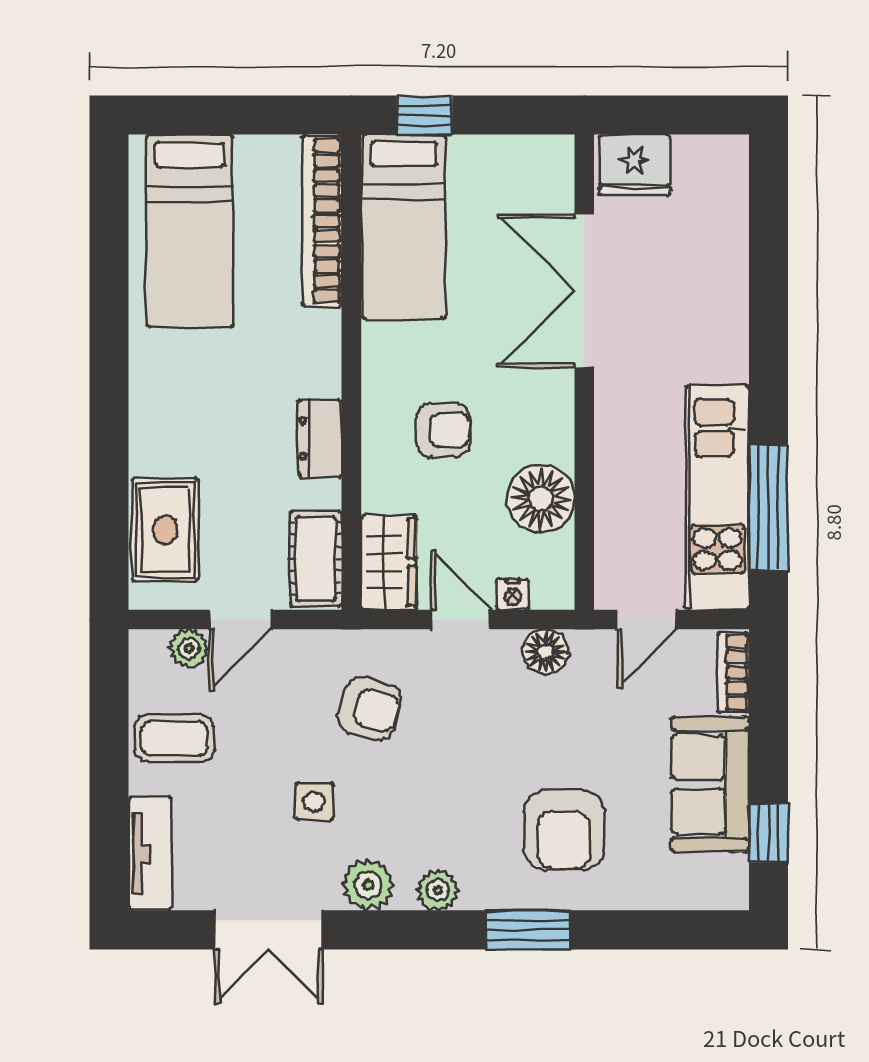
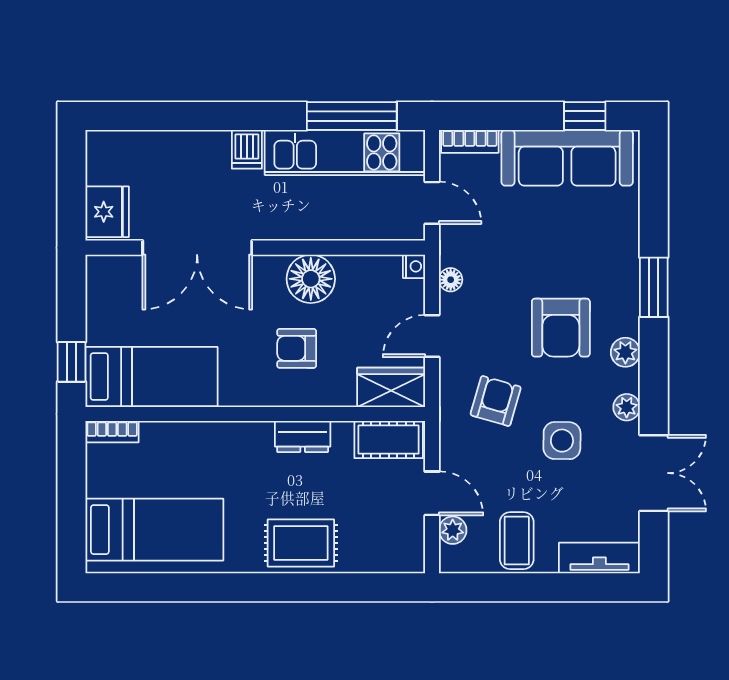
bookcase: (322, 221) -> (112, 432), width x0.43, depth x0.76
dishwasher: (722, 360) -> (247, 149), added
armchair: (443, 430) -> (297, 348), turned -90
floor lamp: (541, 499) -> (311, 279), moved
rug: (165, 530) -> (301, 543), moved
nightstand: (513, 594) -> (414, 266), moved
floor lamp: (545, 652) -> (451, 280), width x0.73, depth x0.73
sofa: (710, 784) -> (567, 158), width x1.36
side table: (314, 801) -> (562, 441), width x1.37, depth x1.37
armchair: (564, 830) -> (561, 328), moved, turned 90
plant: (368, 885) -> (627, 407), width x0.73, depth x0.73

